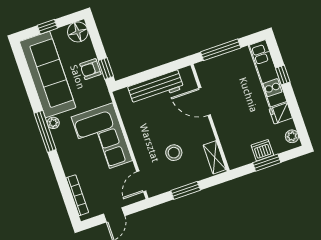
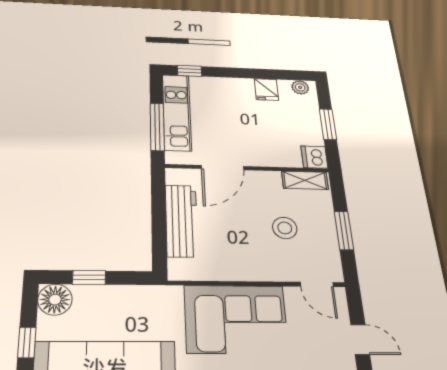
window: (106, 68) -> (89, 277), moved
armchair: (90, 69) -> (121, 300), removed
kitchen unit: (268, 73) -> (177, 112), moved, turned -90
window: (283, 75) -> (190, 71), moved
dishwasher: (262, 150) -> (314, 157), moved

